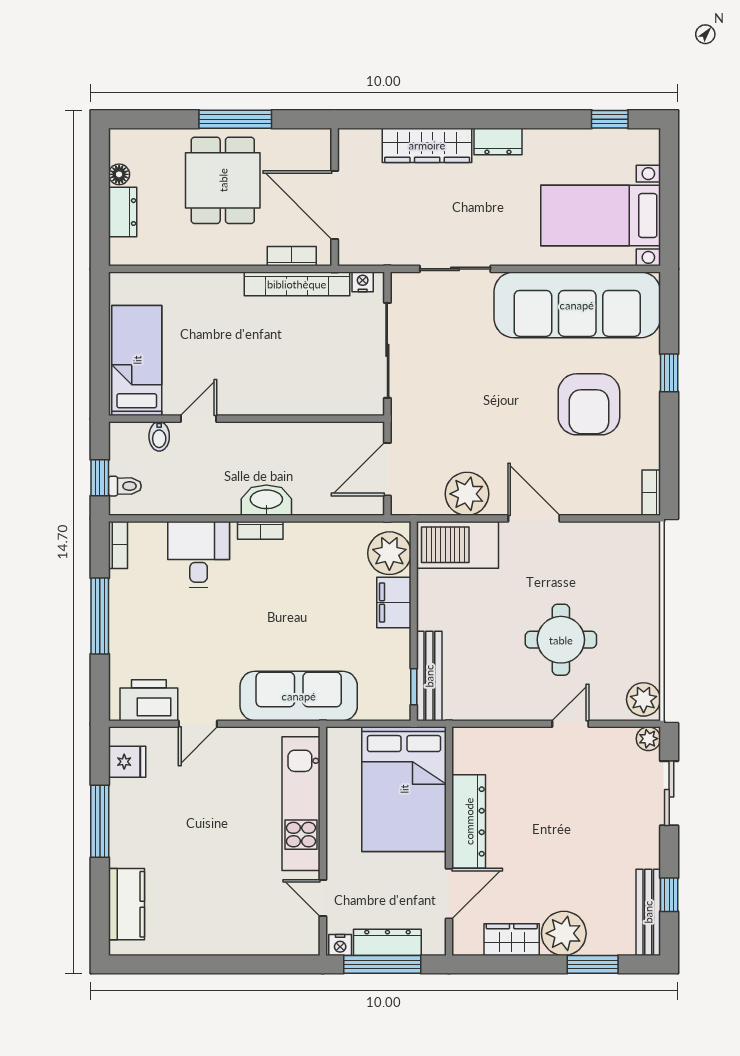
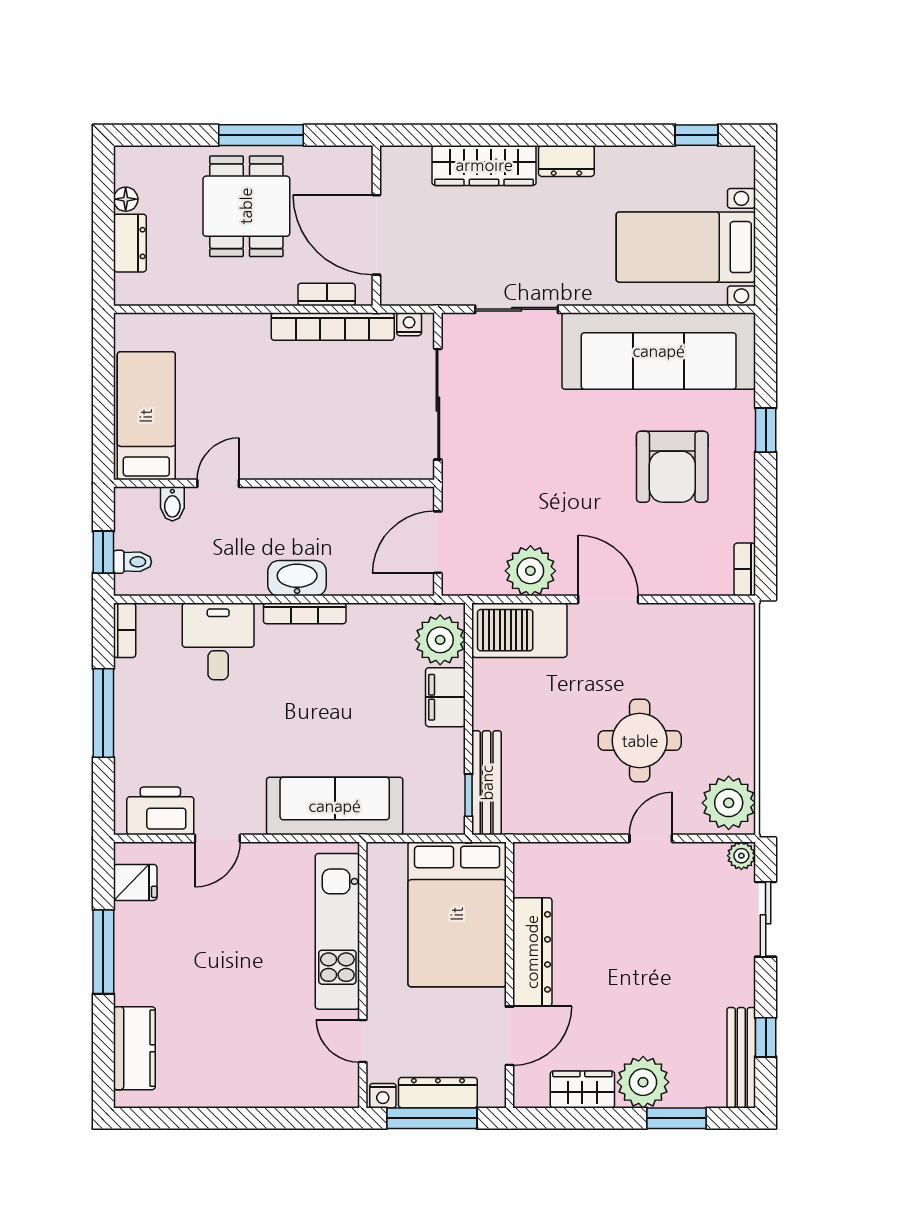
bookcase: (260, 530) -> (305, 613), width x1.56
plant: (644, 699) -> (729, 803), width x1.36, depth x1.36

